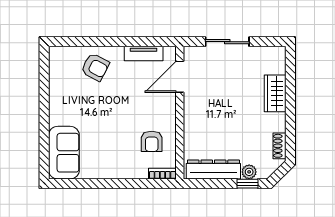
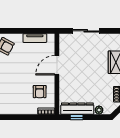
door: (180, 77) -> (57, 65), moved
window: (247, 184) -> (77, 117), moved

